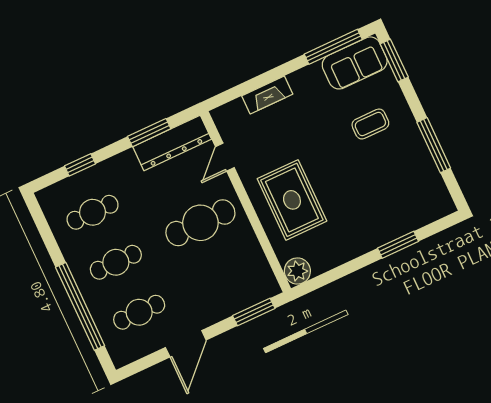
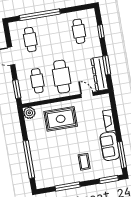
sofa: (355, 63) -> (110, 146), moved
window: (398, 245) -> (29, 159), width x2.11
cafe table: (116, 262) -> (37, 81), moved

